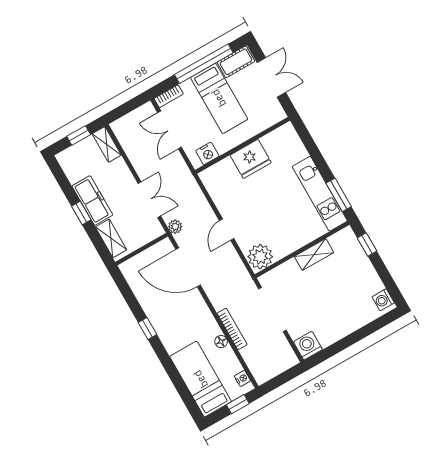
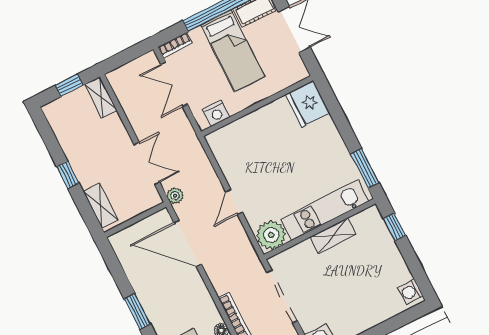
fridge: (251, 159) -> (308, 104), moved, turned 90
kitchen unit: (320, 194) -> (325, 210), moved, turned 90
freezer: (92, 200) -> (81, 161), removed
window: (147, 329) -> (137, 311), width x1.50

